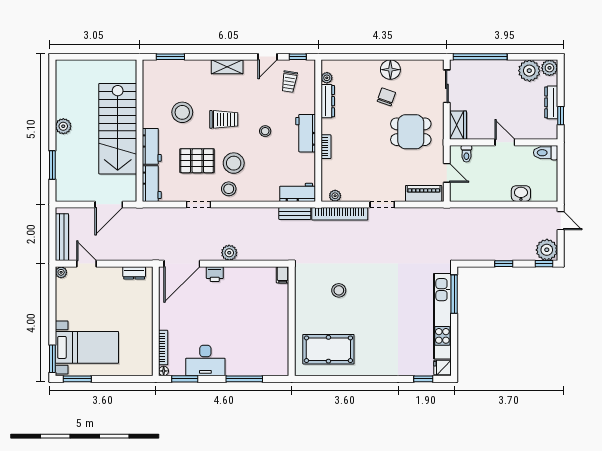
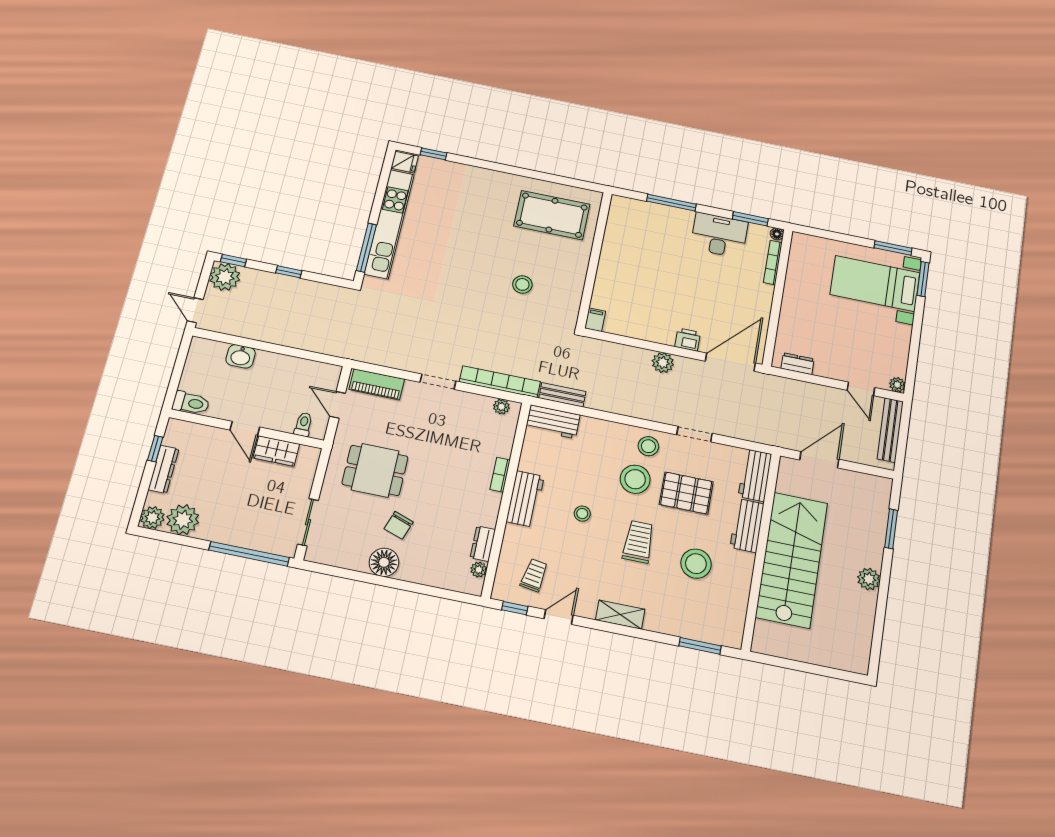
dresser: (328, 101) -> (483, 544), width x0.70
trolley: (224, 119) -> (638, 542), turned 90
wardrobe: (458, 125) -> (276, 451), moved, turned -90

